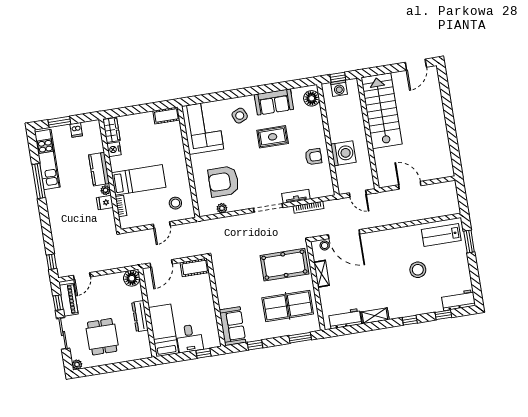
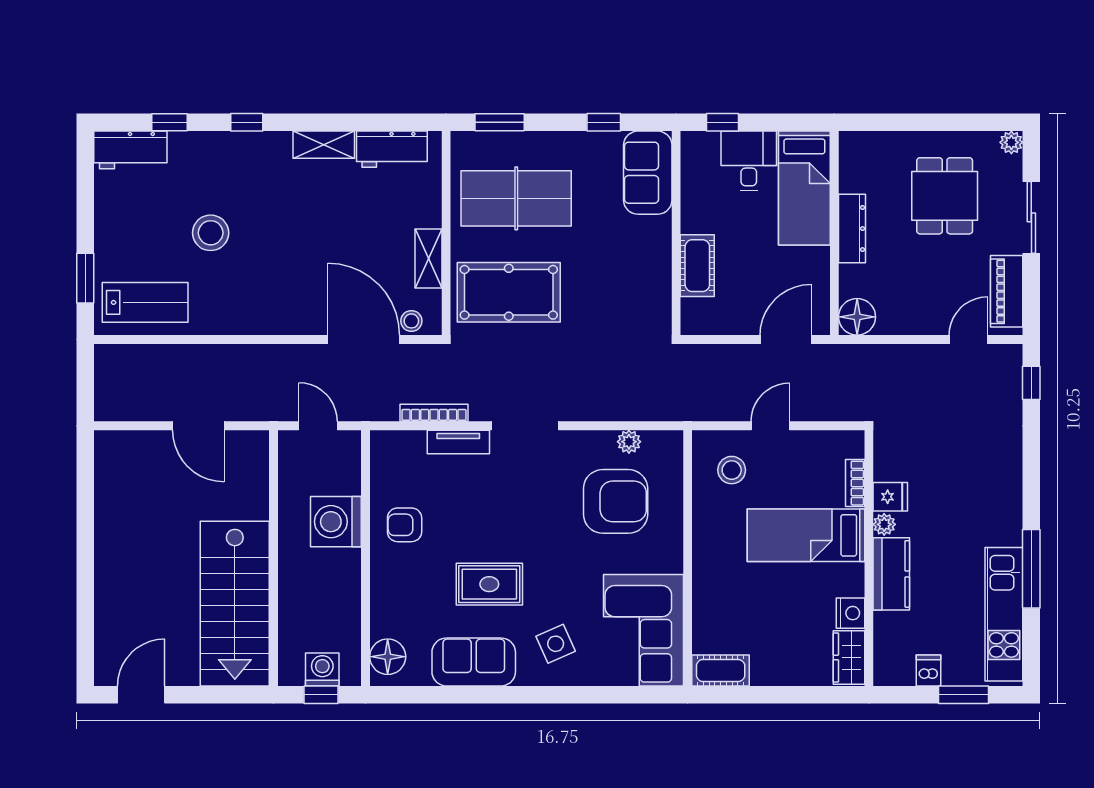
cot: (195, 267) -> (697, 266), moved, turned 90
window: (58, 303) -> (1031, 288), removed

